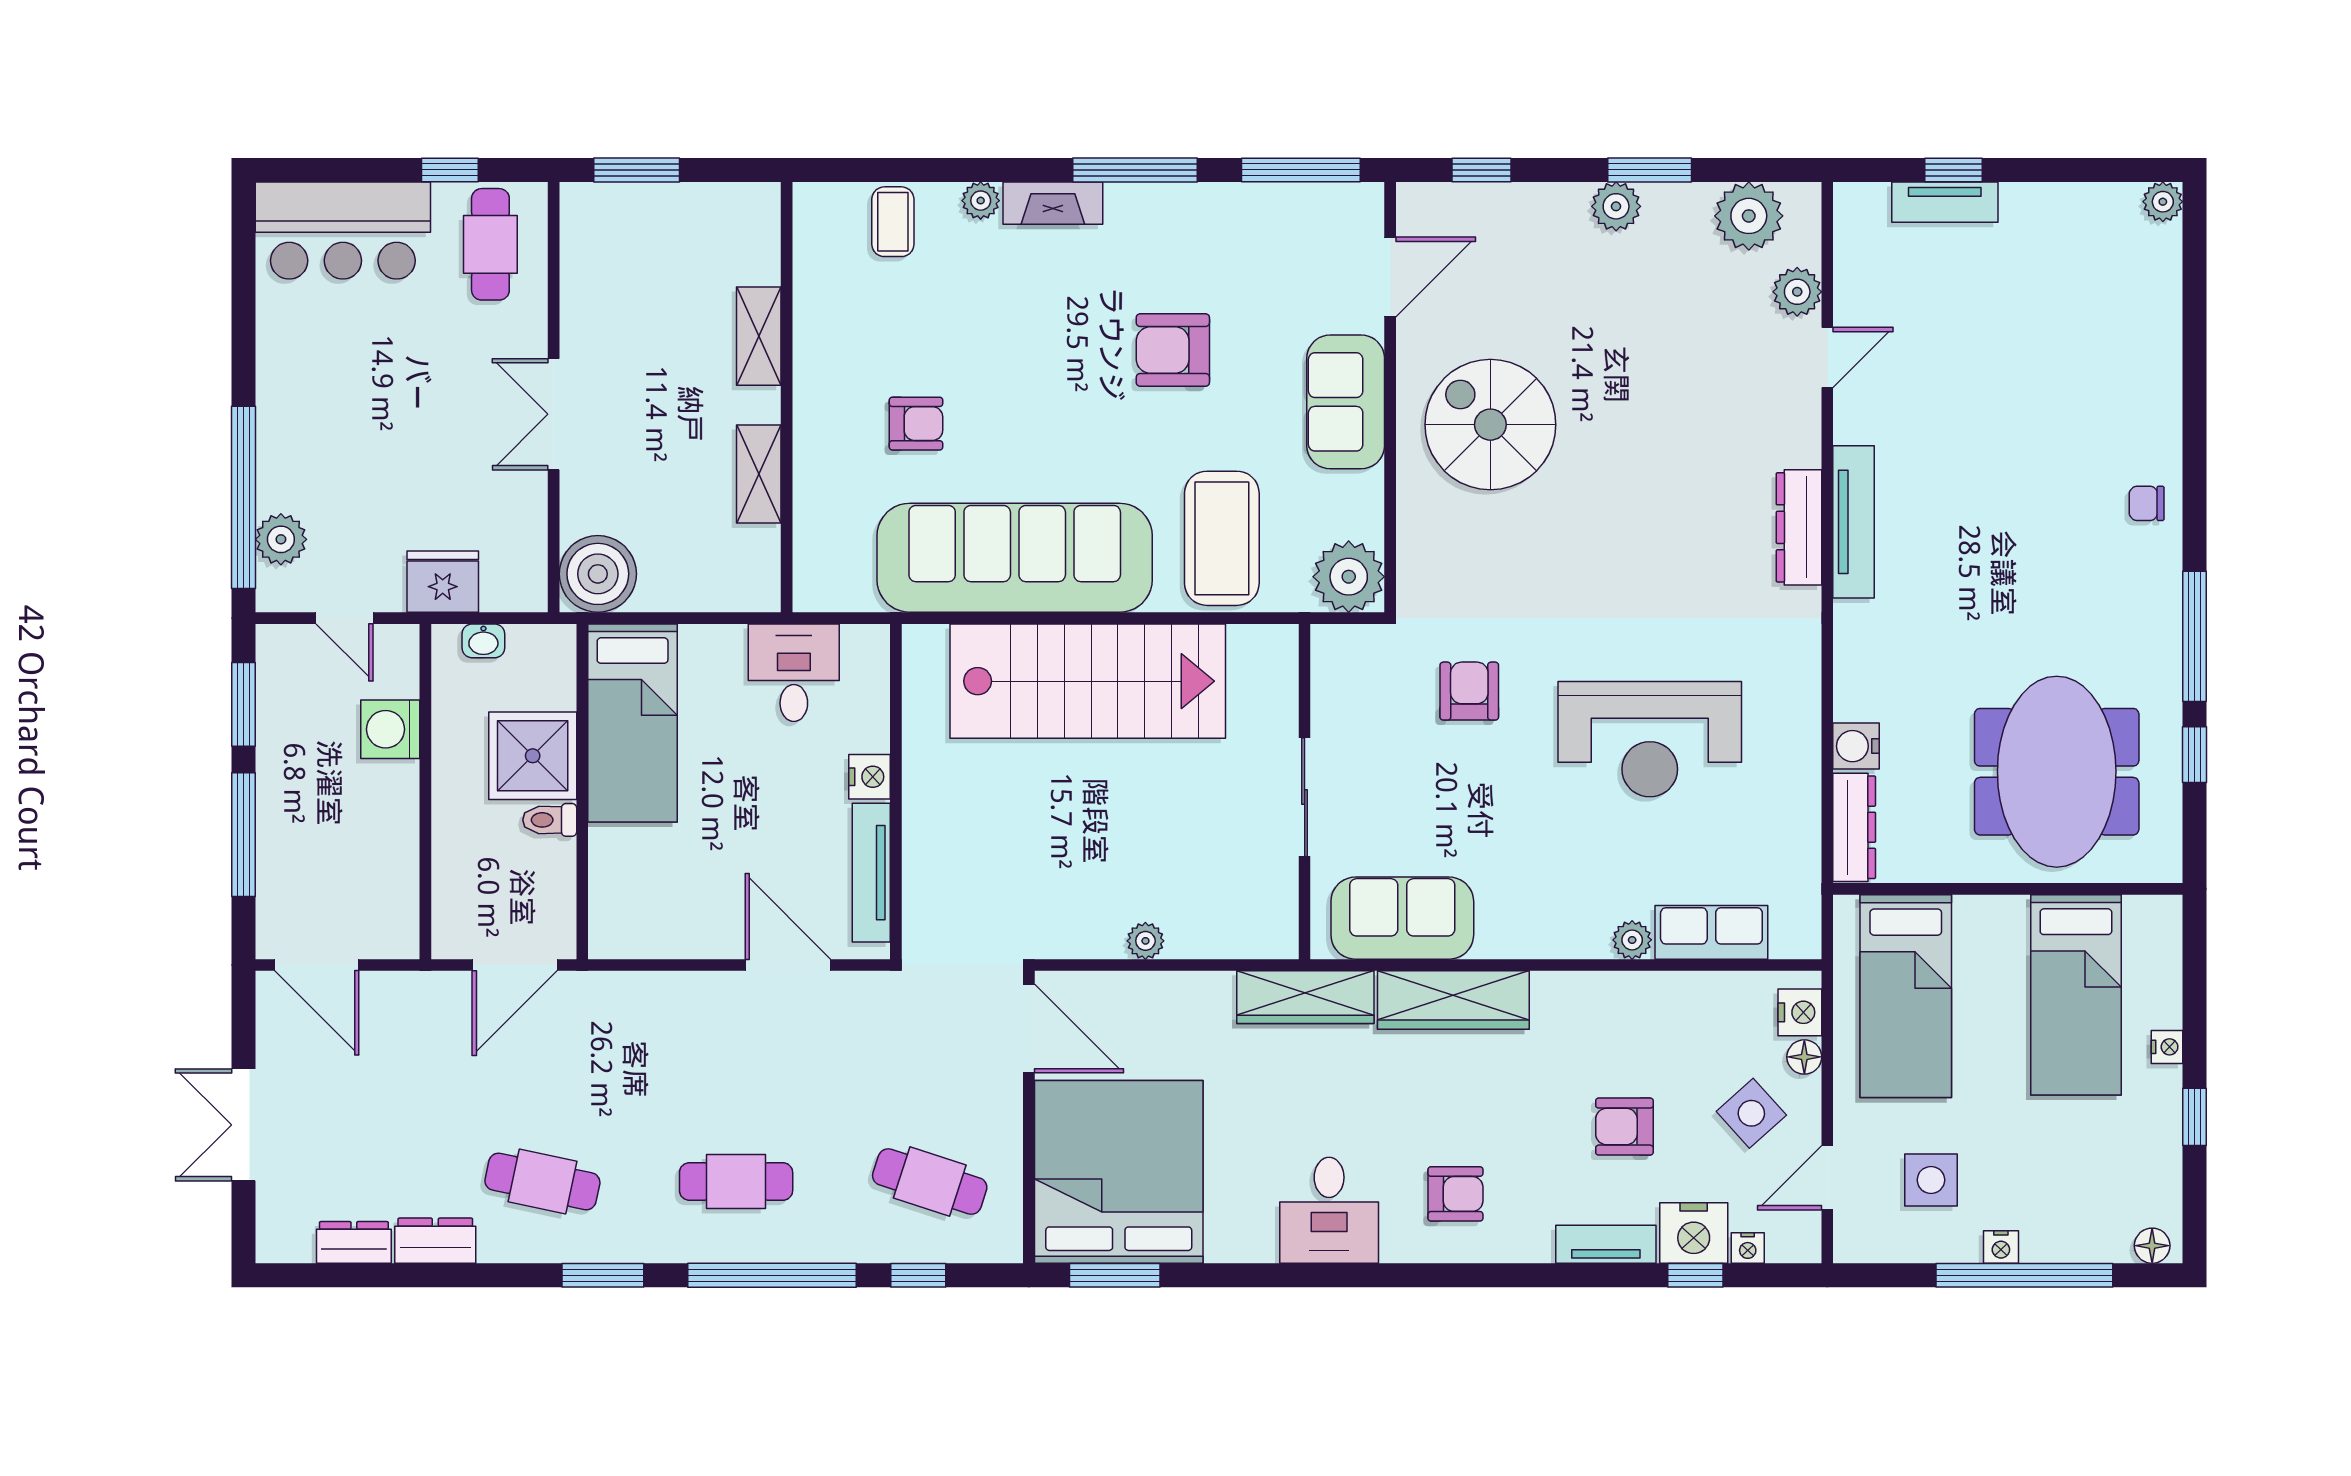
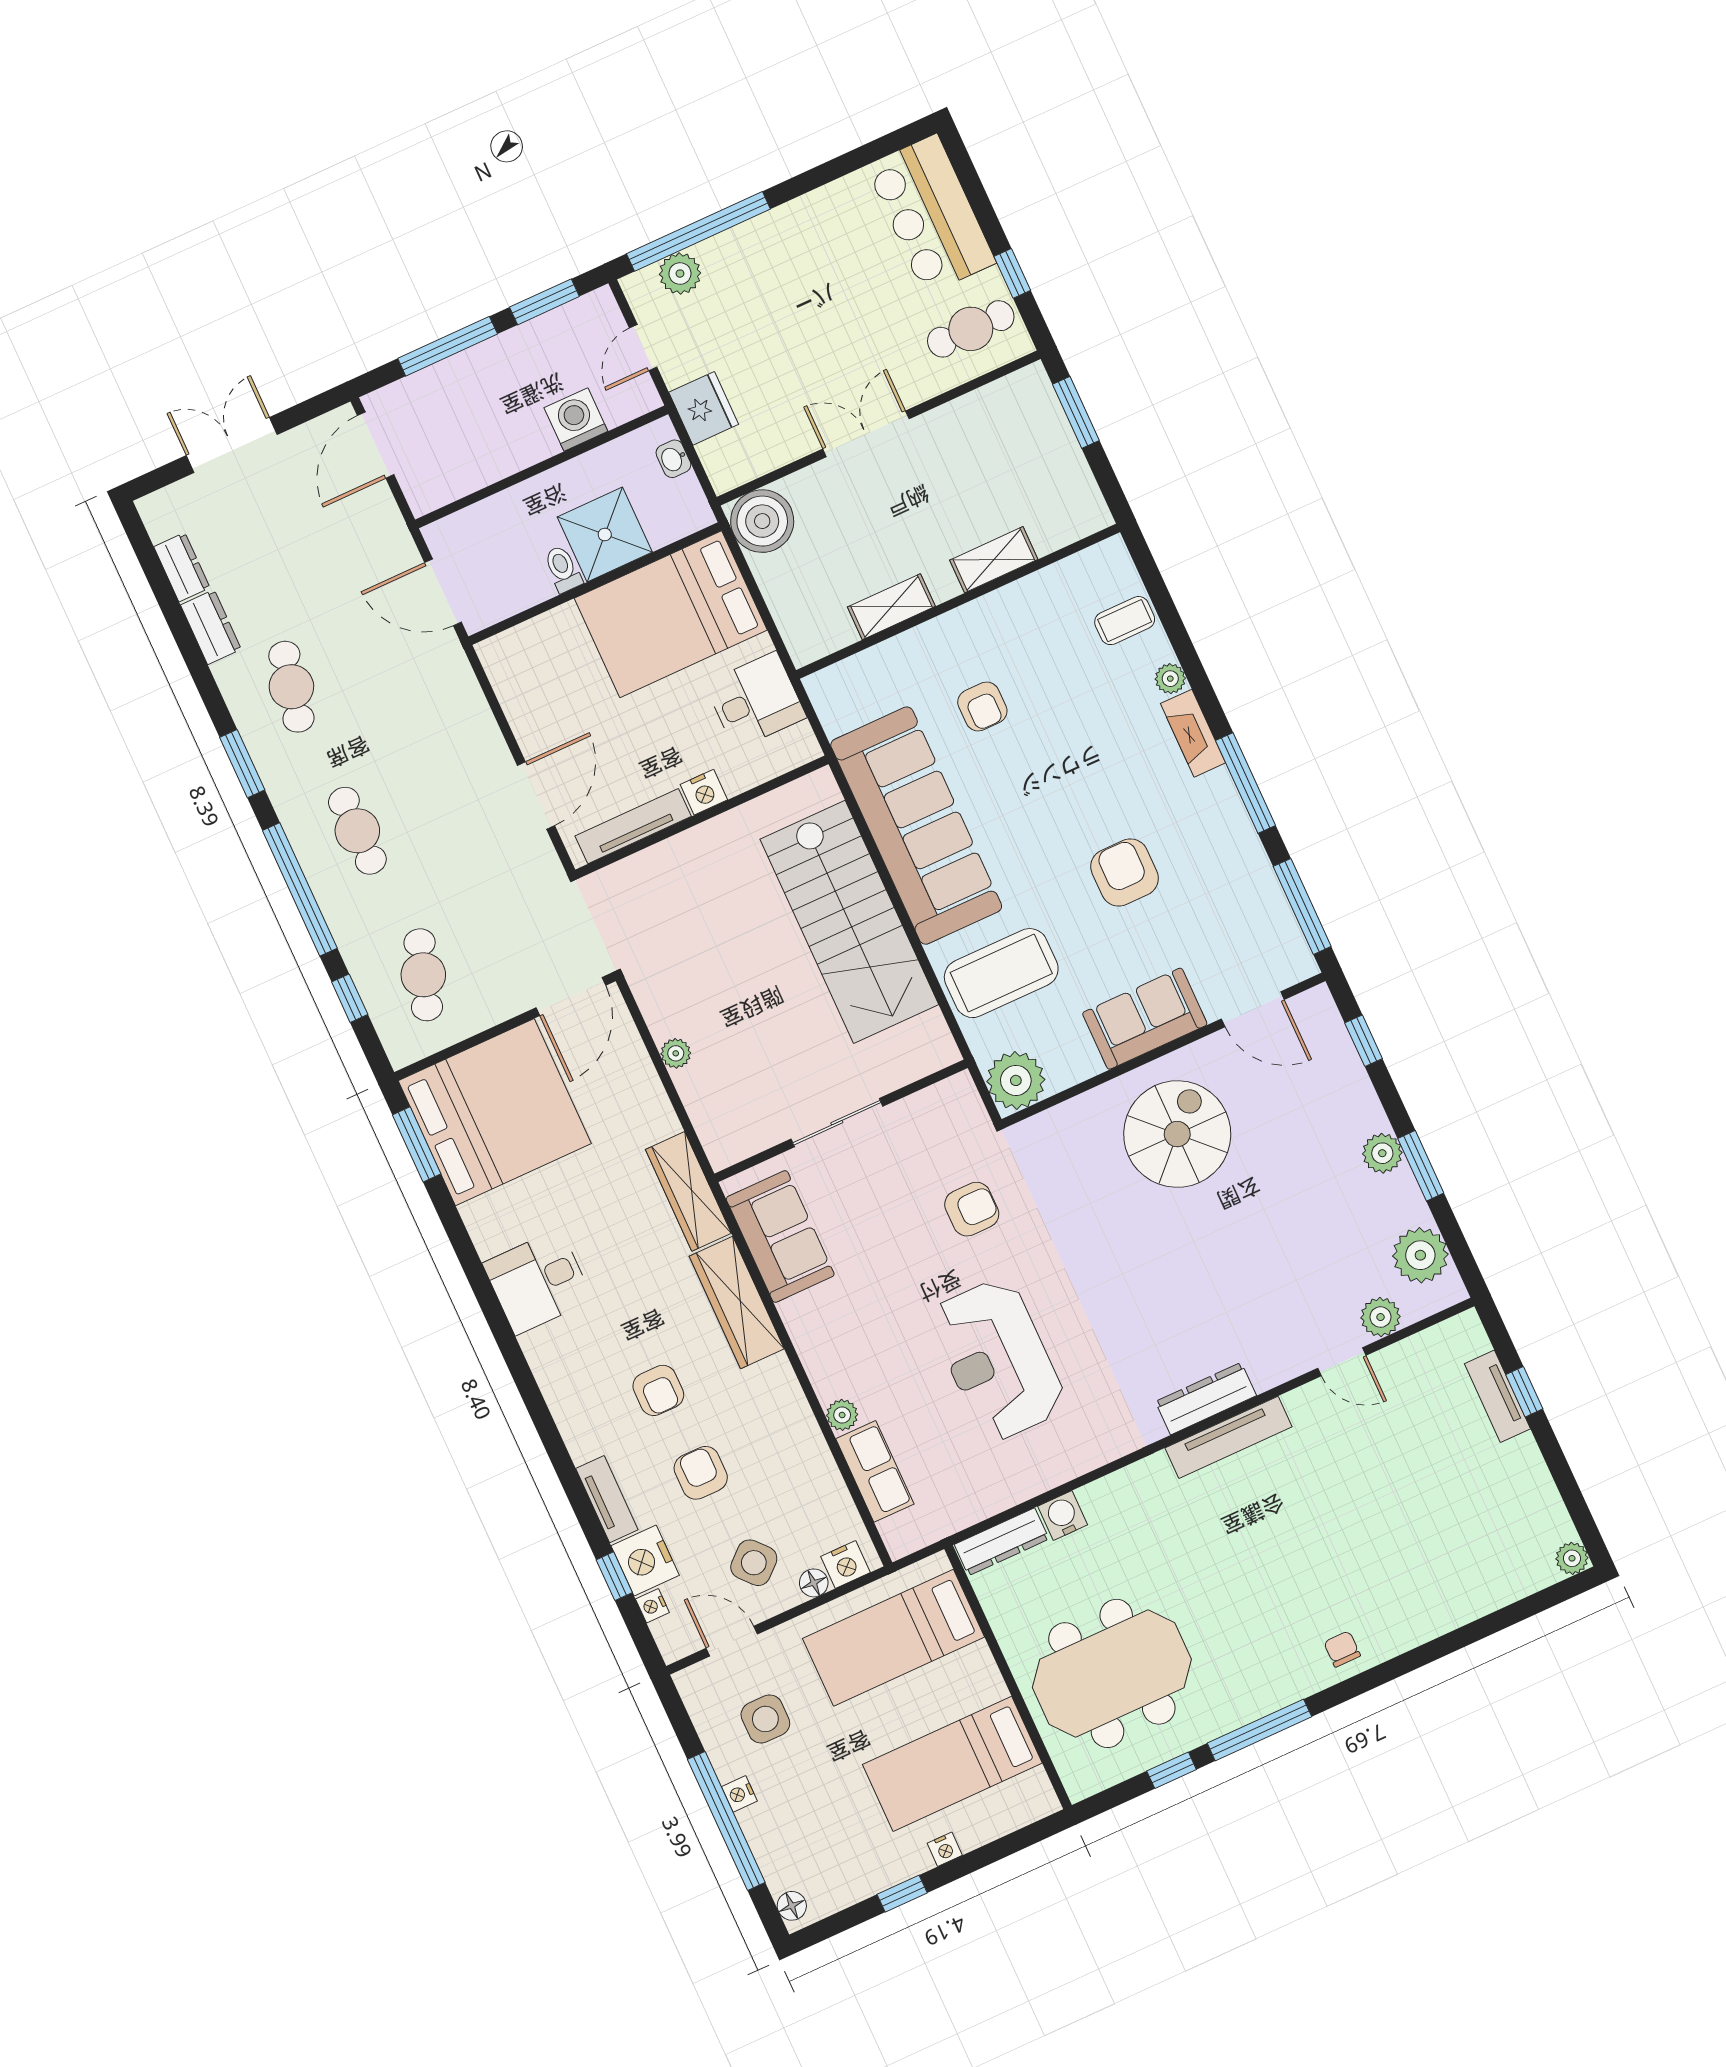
bed: (633, 723) -> (671, 614), width x1.50
armchair: (1455, 1194) -> (658, 1390), moved

